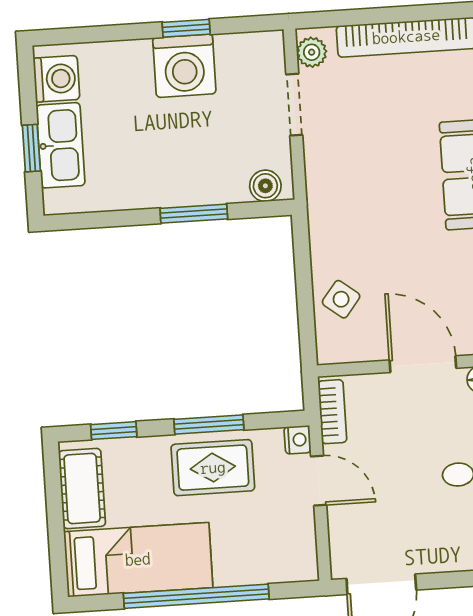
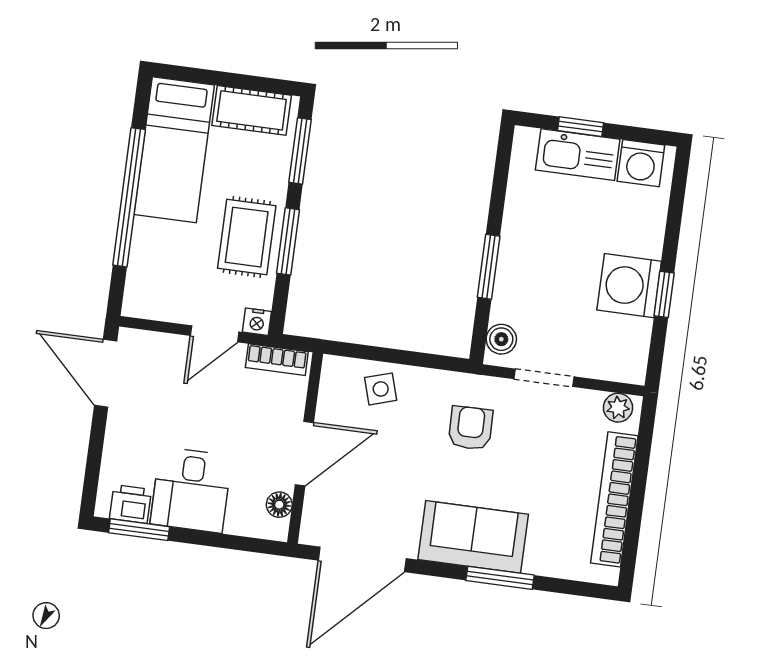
doorway: (294, 105) -> (544, 378), moved
armchair: (363, 199) -> (471, 428), added
side table: (341, 299) -> (381, 389), turned 35
window: (114, 431) -> (300, 151), width x1.50

